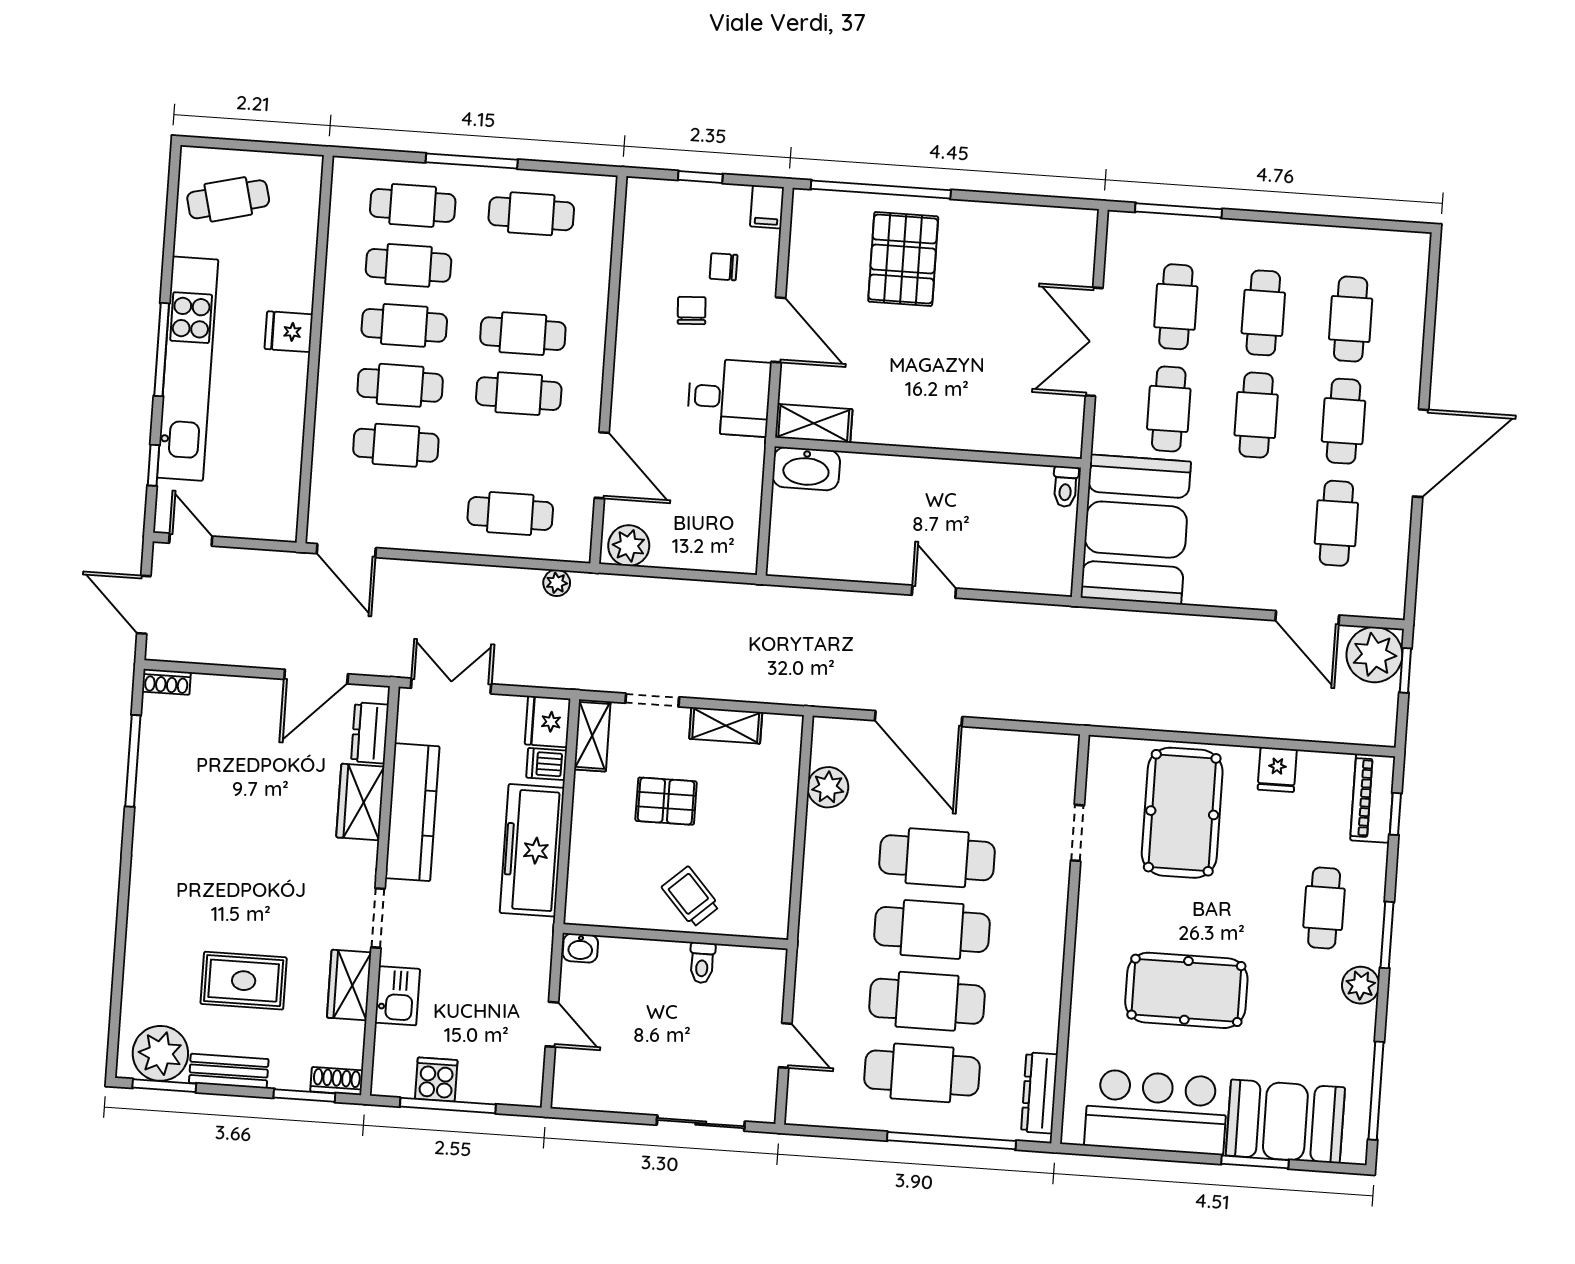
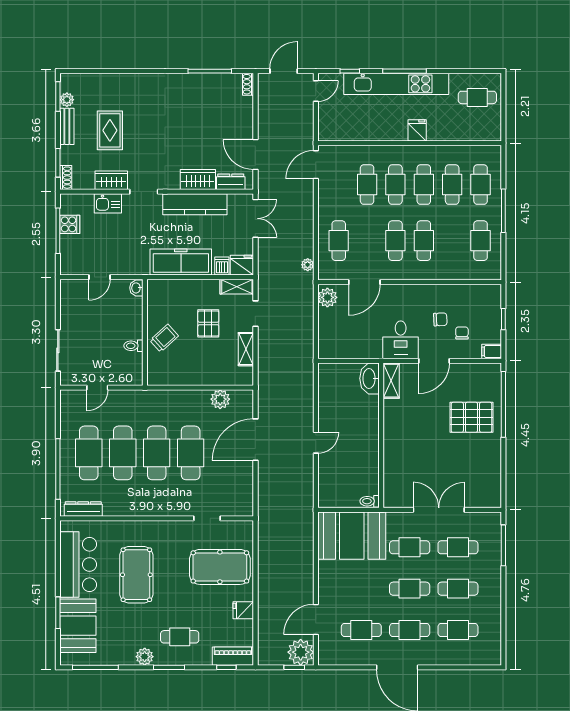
cafe table: (228, 199) -> (477, 97), turned -76
plant: (160, 1053) -> (67, 100), width x0.53, depth x0.53

